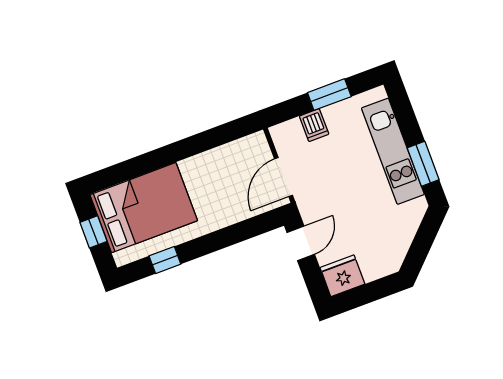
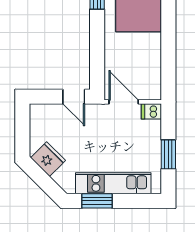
dishwasher: (314, 125) -> (151, 111), moved
fridge: (342, 276) -> (48, 159), moved, turned -45

